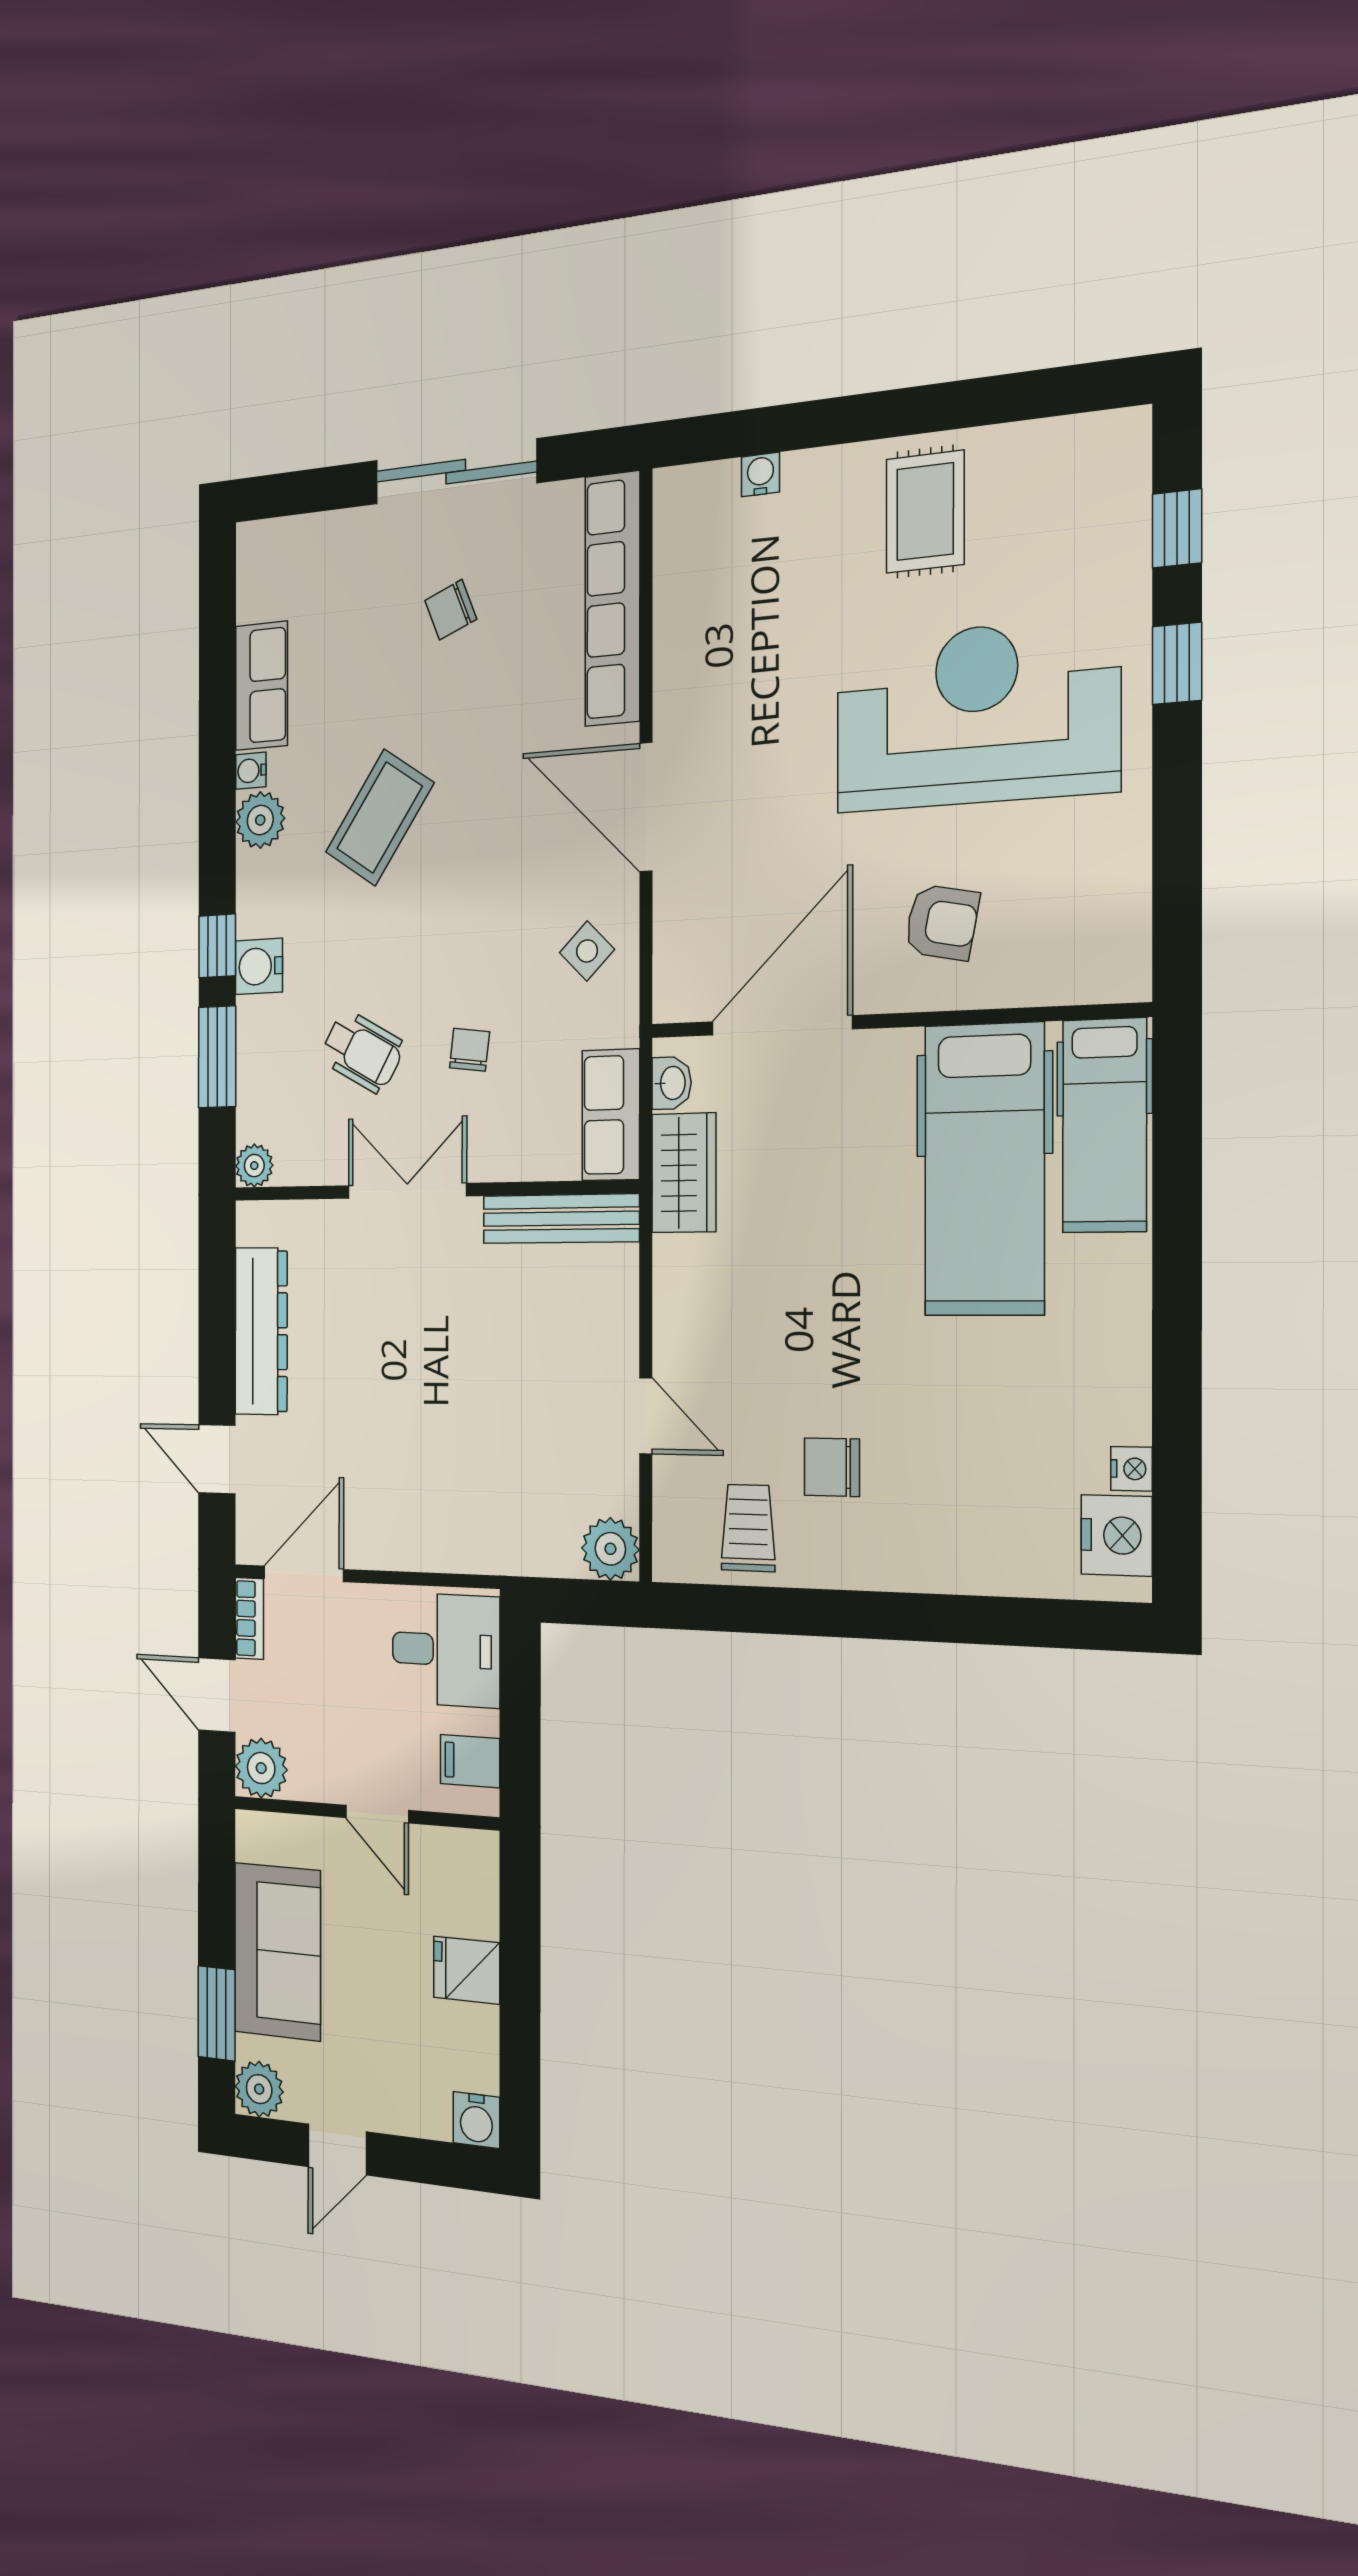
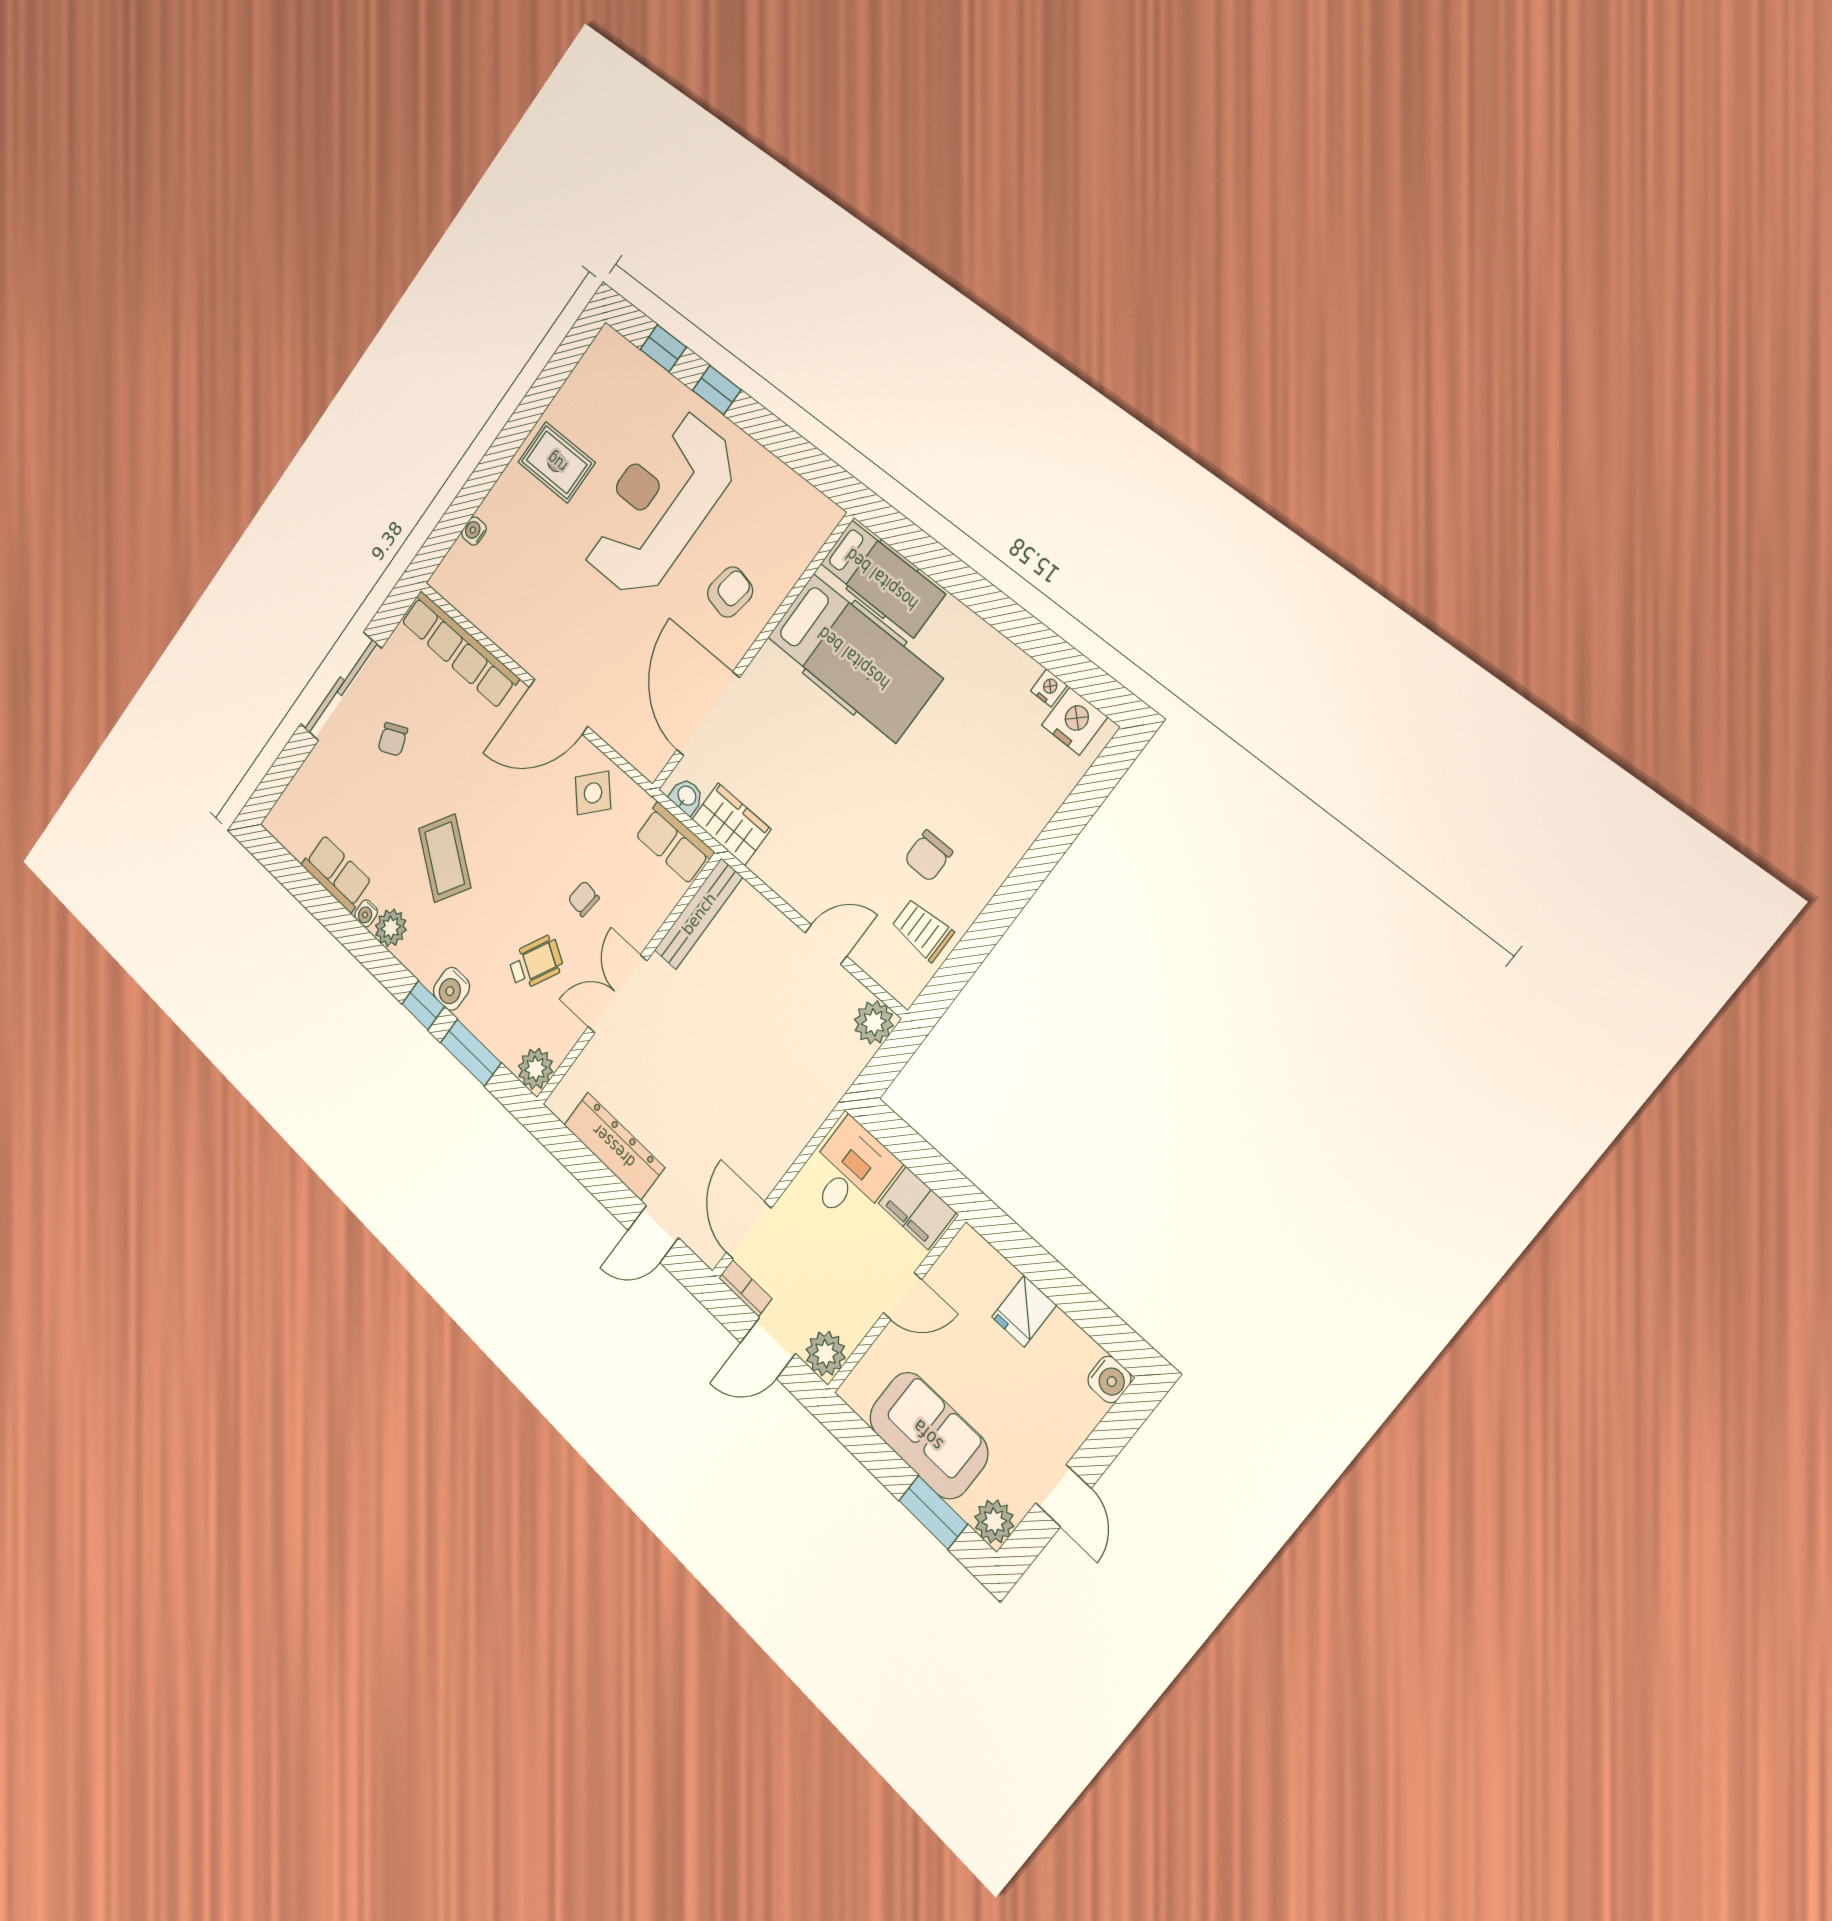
side table: (587, 951) -> (593, 793), width x1.37, depth x1.37
plant: (254, 1166) -> (536, 1069), width x1.38, depth x1.38
filing cabinet: (470, 1761) -> (917, 1208), width x2.00

